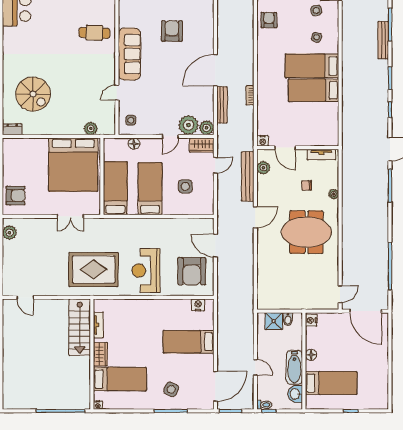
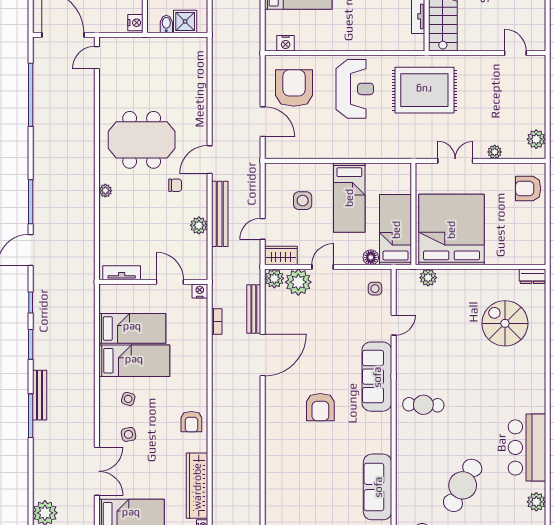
nightstand: (263, 141) -> (200, 291), moved
door: (285, 148) -> (170, 282), moved
wall: (298, 148) -> (153, 282), moved
tv unit: (321, 155) -> (122, 273), moved
chair: (307, 185) -> (175, 185), moved
bed: (115, 188) -> (396, 230), moved, turned 180
plant: (41, 223) -> (495, 152), added

